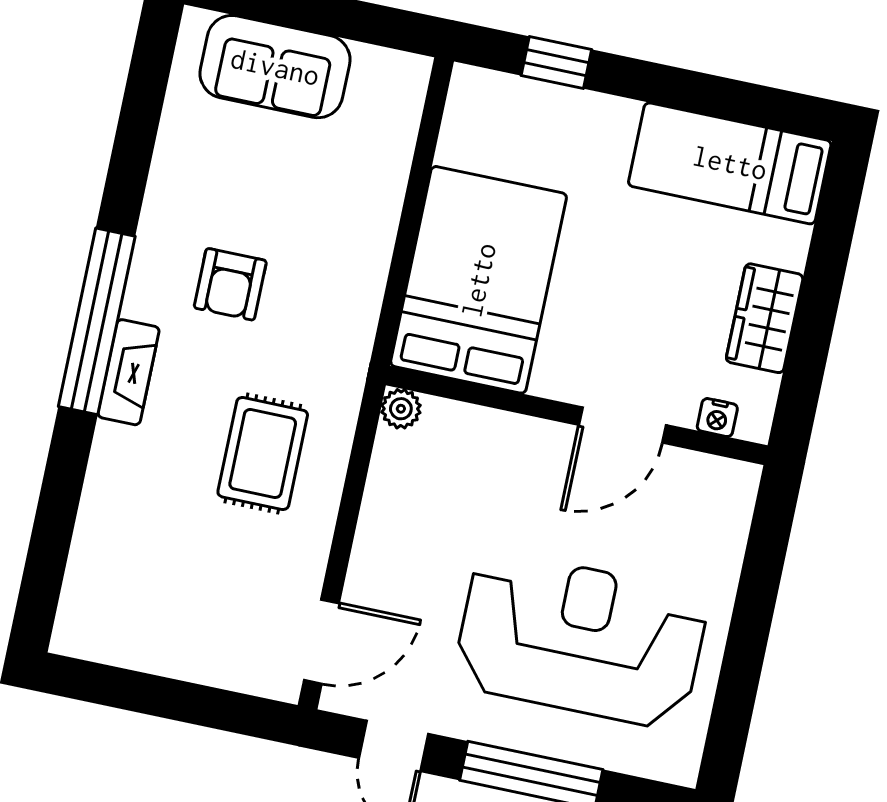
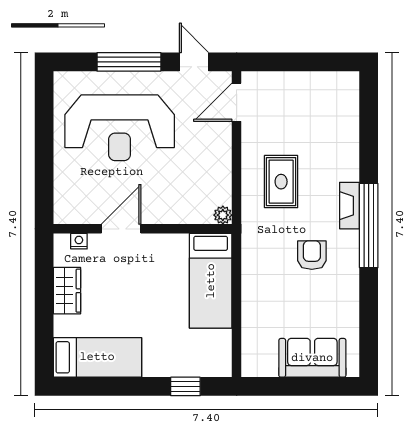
bed: (479, 280) -> (211, 281), width x0.67

